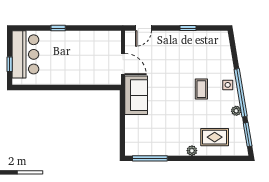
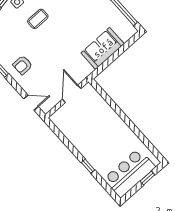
armchair: (177, 47) -> (23, 65), added
sofa: (136, 95) -> (103, 48), moved

